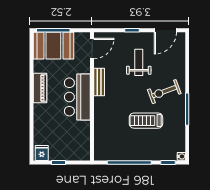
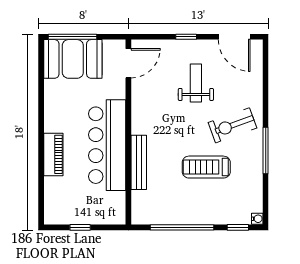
door: (165, 30) -> (234, 37), hinge flipped
bench: (99, 82) -> (139, 162), moved, width x1.36
piano: (40, 88) -> (53, 154), moved
bar counter: (77, 97) -> (107, 145), width x1.36
fridge: (42, 153) -> (56, 214), removed

